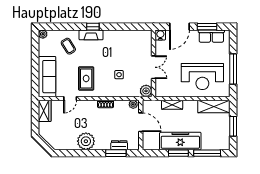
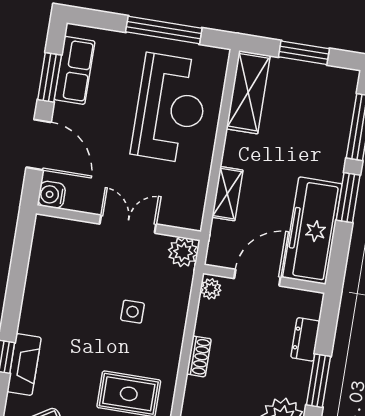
freezer: (180, 141) -> (312, 231), moved
window: (116, 153) -> (319, 381), moved

